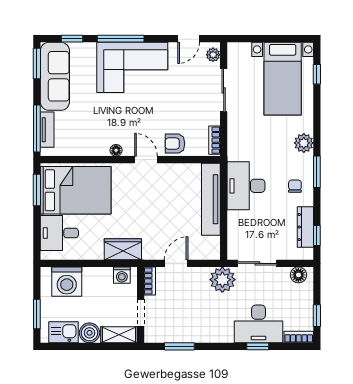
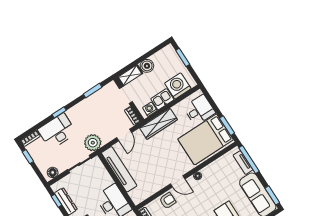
tv unit: (211, 199) -> (119, 169), moved
wardrobe: (123, 249) -> (158, 124), width x1.50
kitchen sink: (64, 332) -> (162, 99), moved, turned 180
window: (258, 346) -> (59, 112), moved

